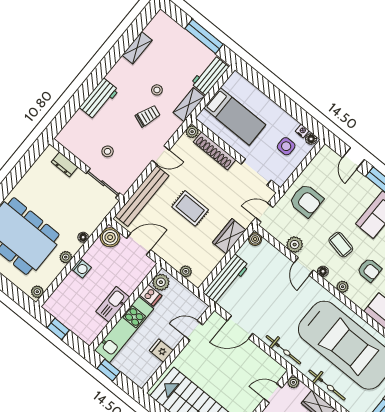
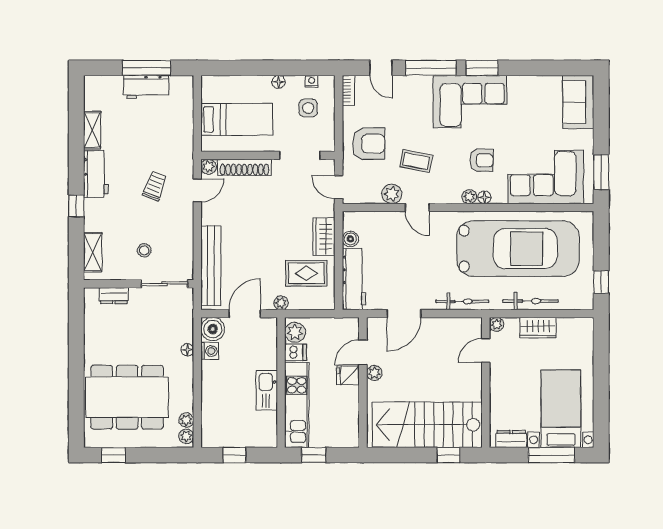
workbench: (210, 75) -> (146, 87), moved, turned -90
window: (87, 88) -> (76, 206), added
stool: (157, 90) -> (143, 155), removed
workbench: (99, 99) -> (96, 174), moved
shelving: (189, 105) -> (93, 252), moved
floor lamp: (311, 139) -> (279, 82), moved
door: (161, 155) -> (197, 190), moved
bookcase: (321, 156) -> (348, 90), added
rug: (190, 208) -> (306, 273), moved
door: (264, 213) -> (339, 187), hinge flipped
boiler: (255, 239) -> (350, 239), moved
coffee table: (341, 245) -> (416, 161), moved
plant: (66, 257) -> (186, 420), moved
washing machine: (81, 268) -> (210, 351), moved
plant: (186, 271) -> (281, 303), moved
floor lamp: (323, 271) -> (484, 197), moved
plant: (190, 349) -> (374, 373), added
fridge: (161, 351) -> (348, 375), moved

